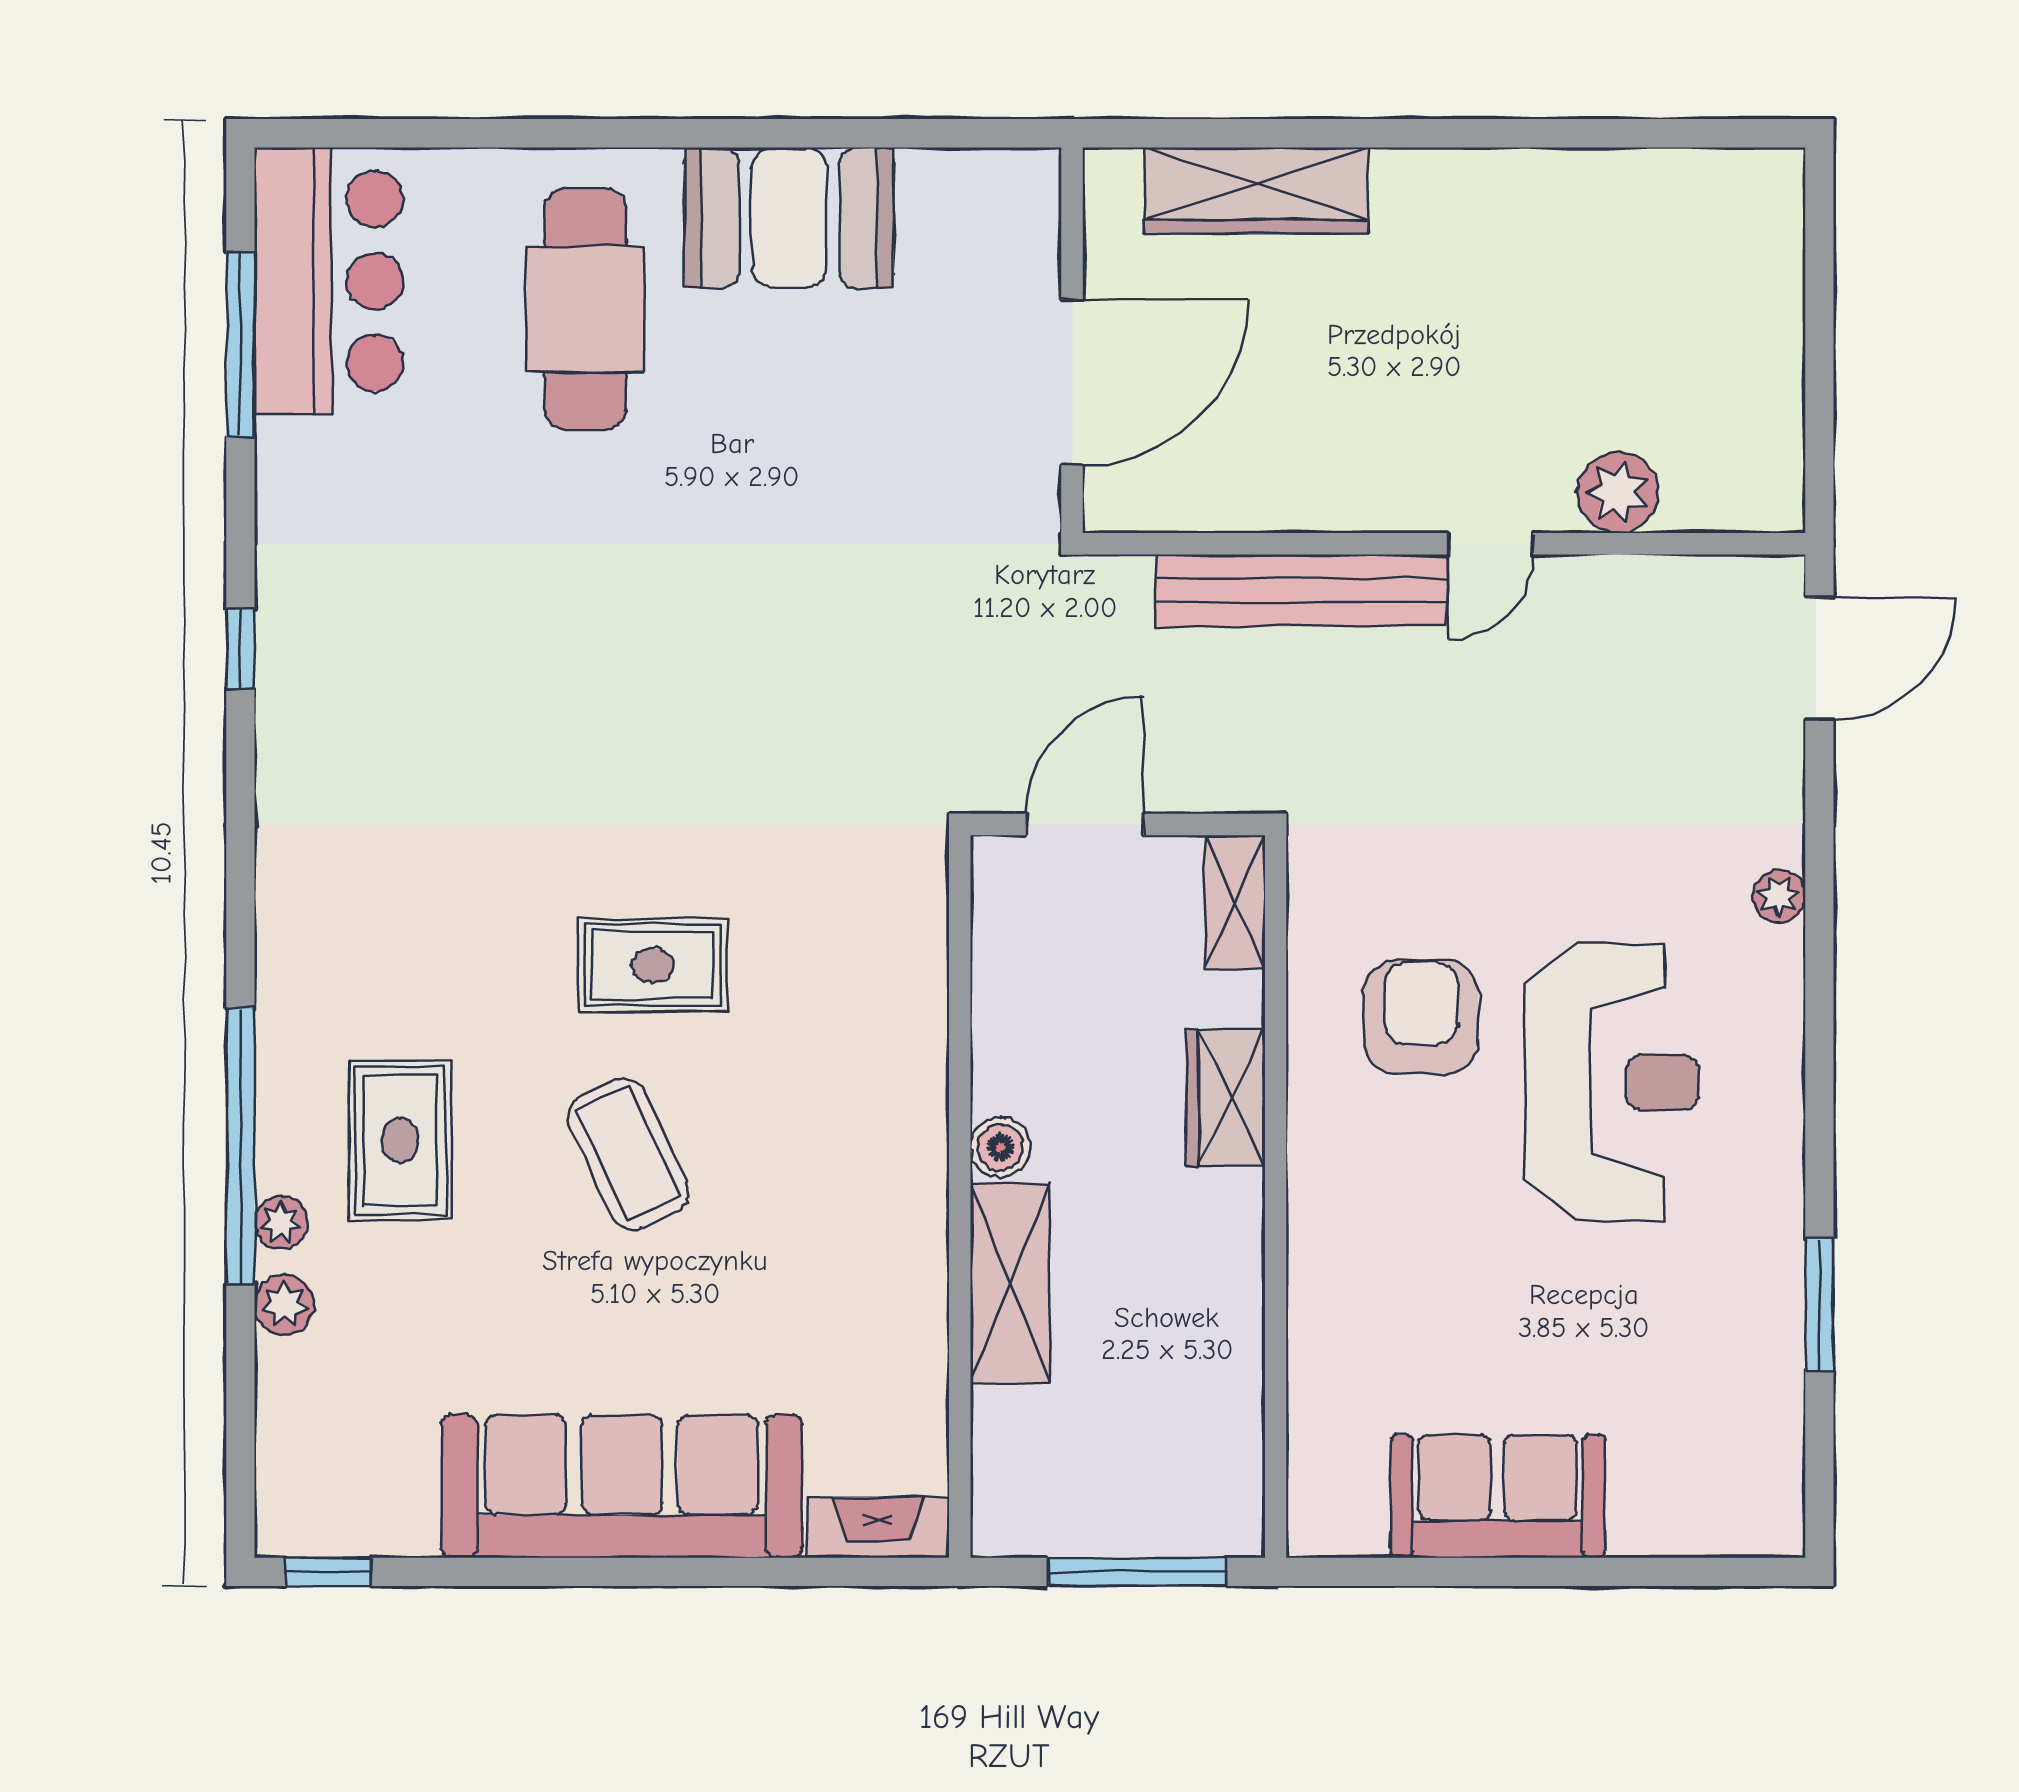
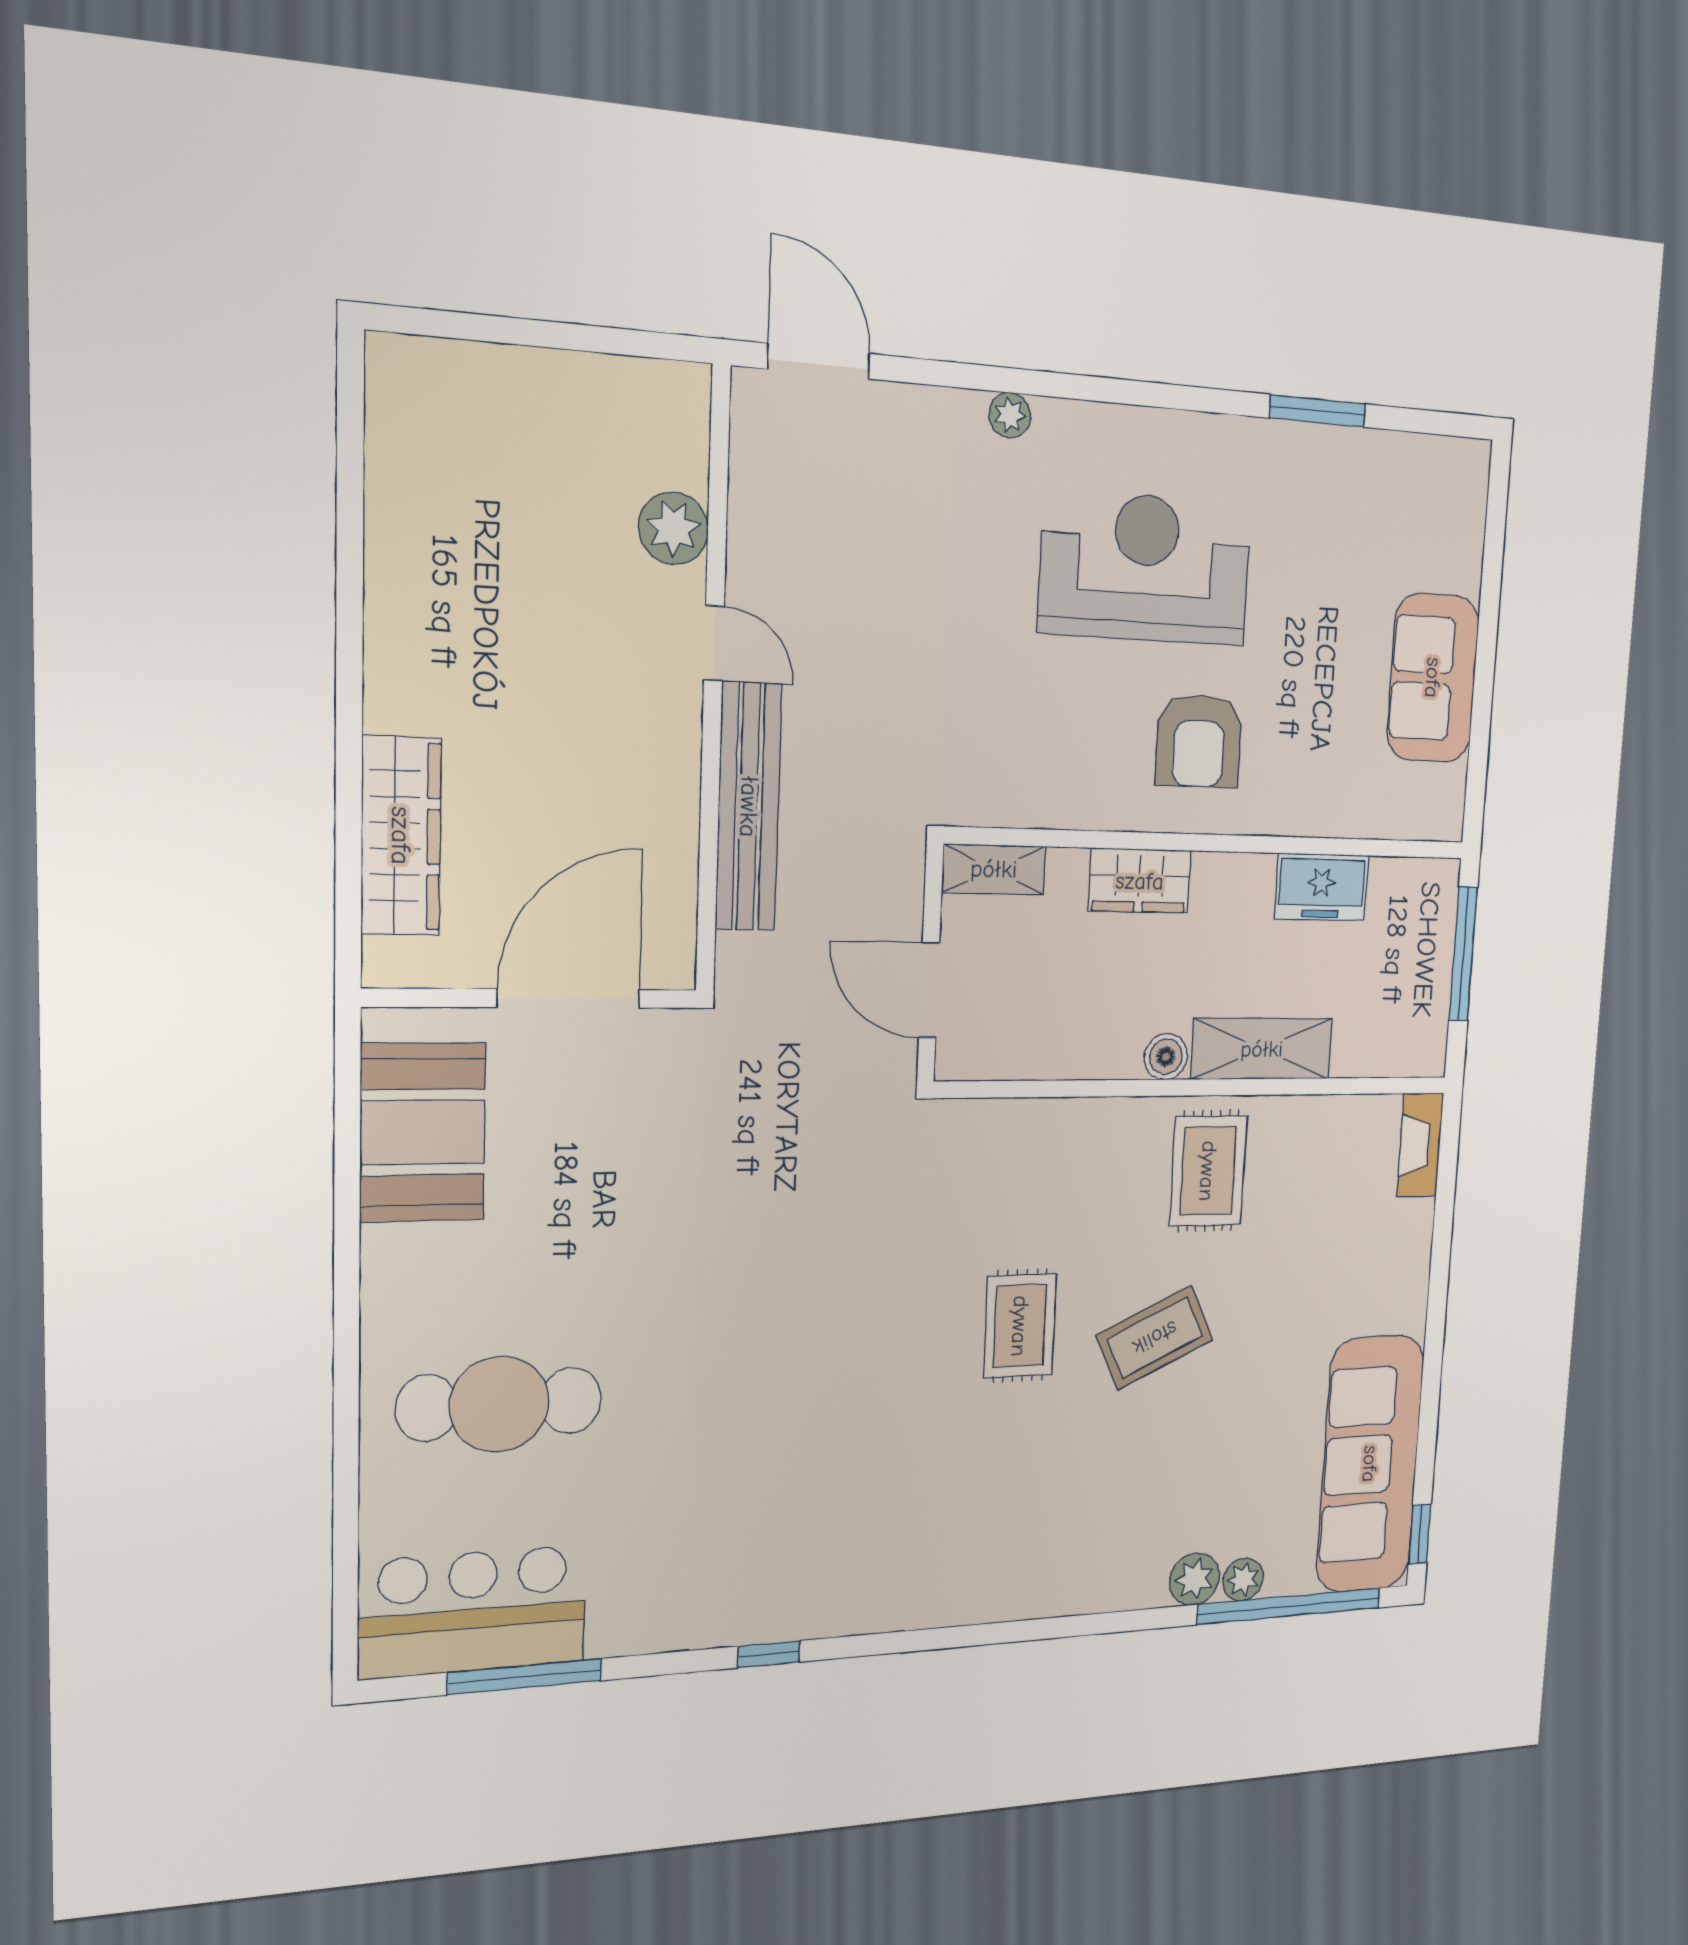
booth: (789, 217) -> (423, 1132), moved
door: (1072, 382) -> (568, 999), hinge flipped
armchair: (1421, 1017) -> (1199, 741), moved, turned -90
rug: (400, 1140) -> (1208, 1171), moved, turned 90
window: (240, 1146) -> (1290, 1606), moved
plant: (281, 1223) -> (1195, 1579), width x1.38, depth x1.38
freezer: (1222, 1354) -> (1322, 887), added
sofa: (622, 1486) -> (1370, 1464), moved

